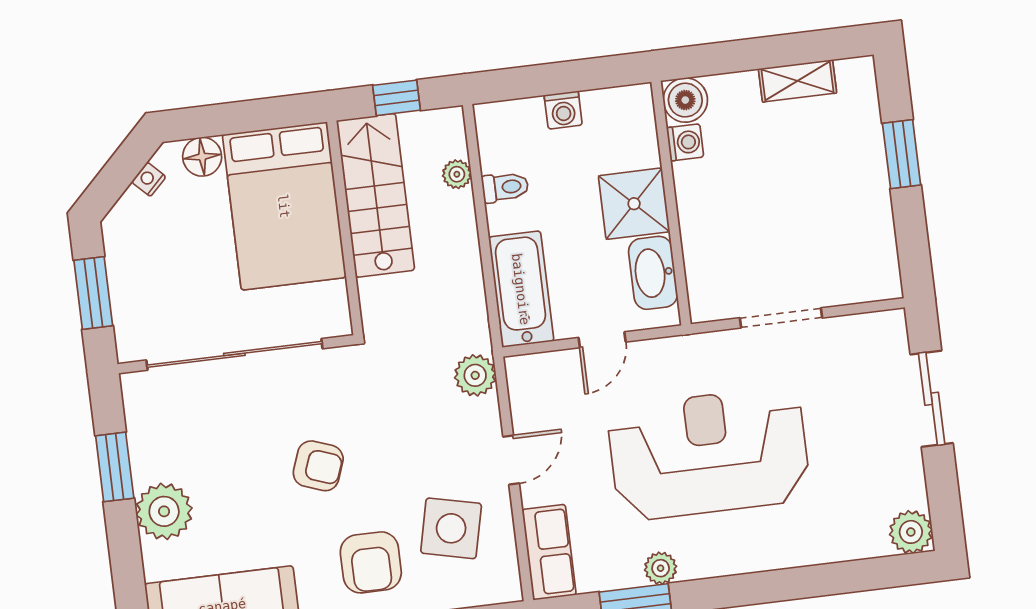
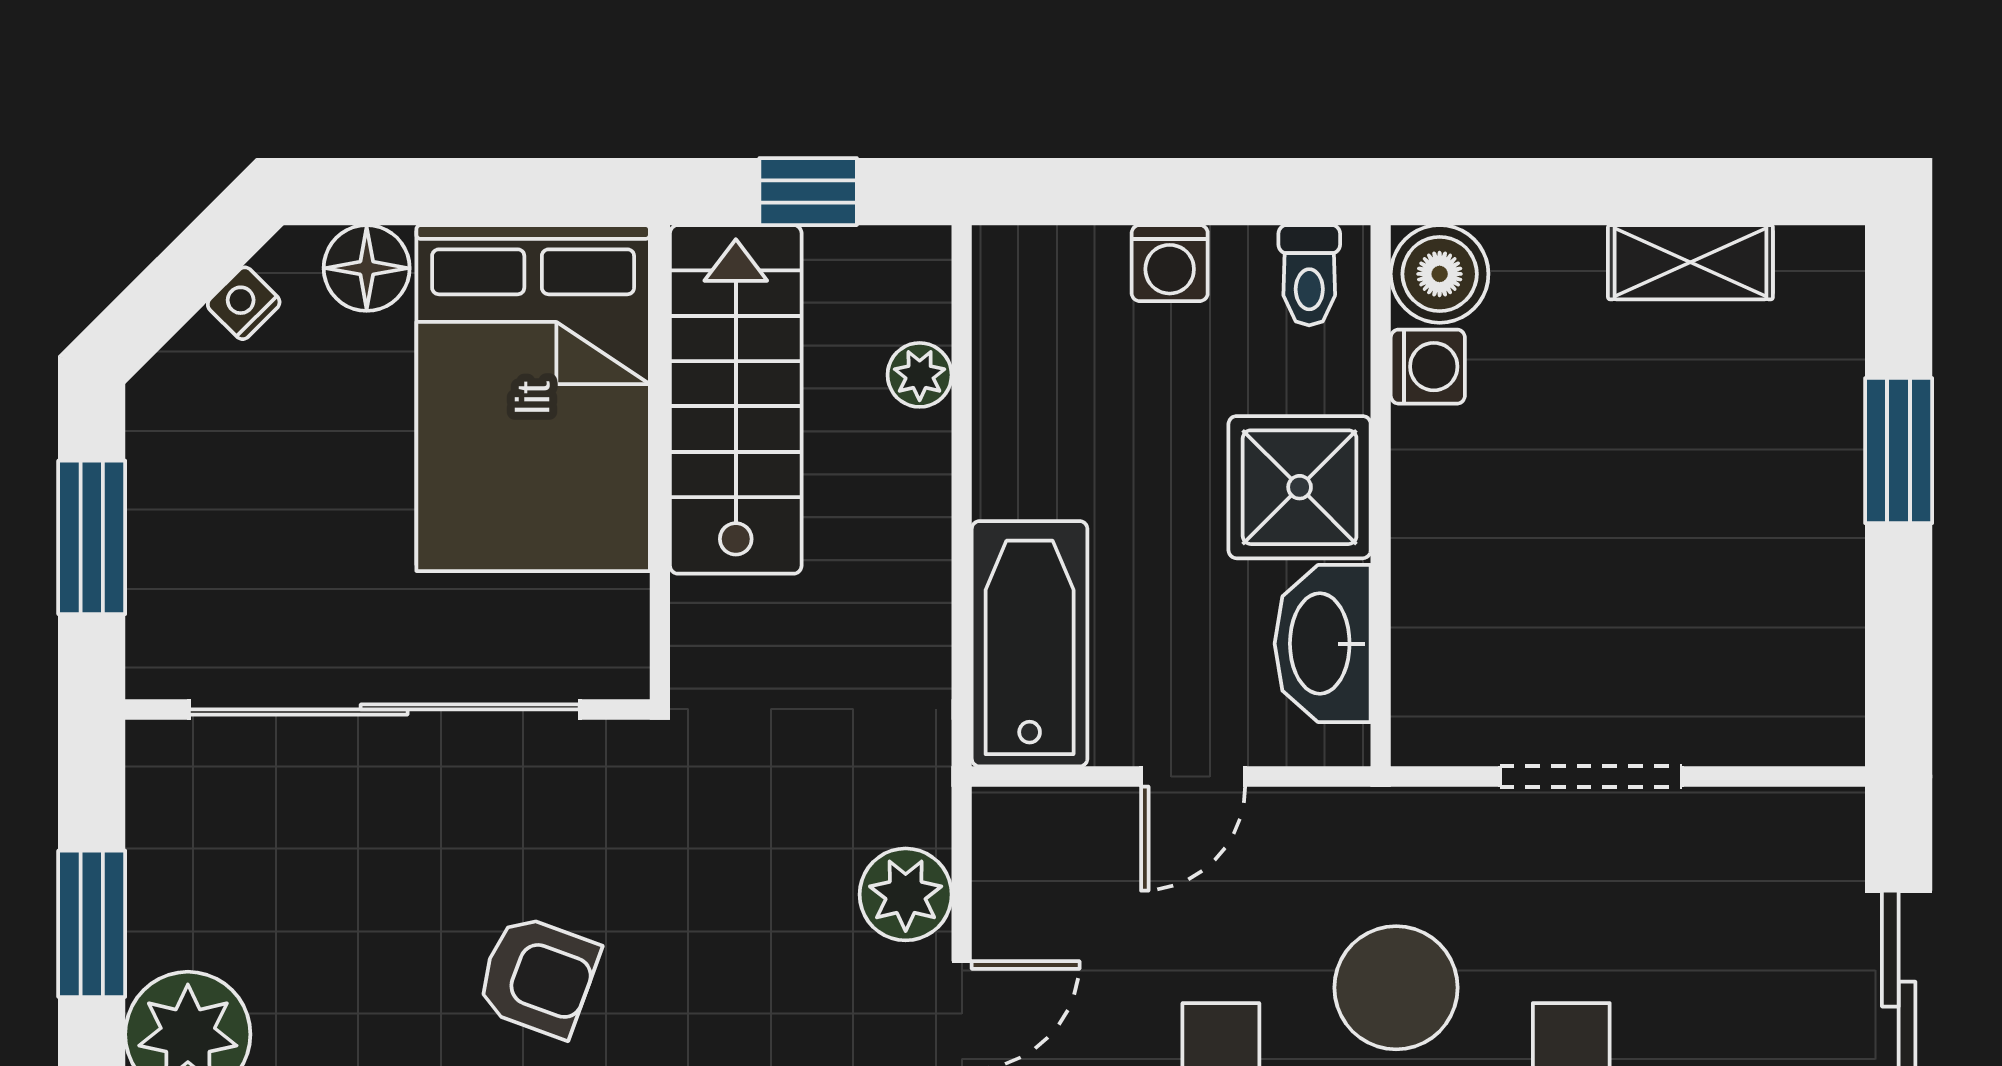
toilet: (505, 187) -> (1309, 275), moved, turned 90
plant: (475, 375) -> (906, 894), moved

